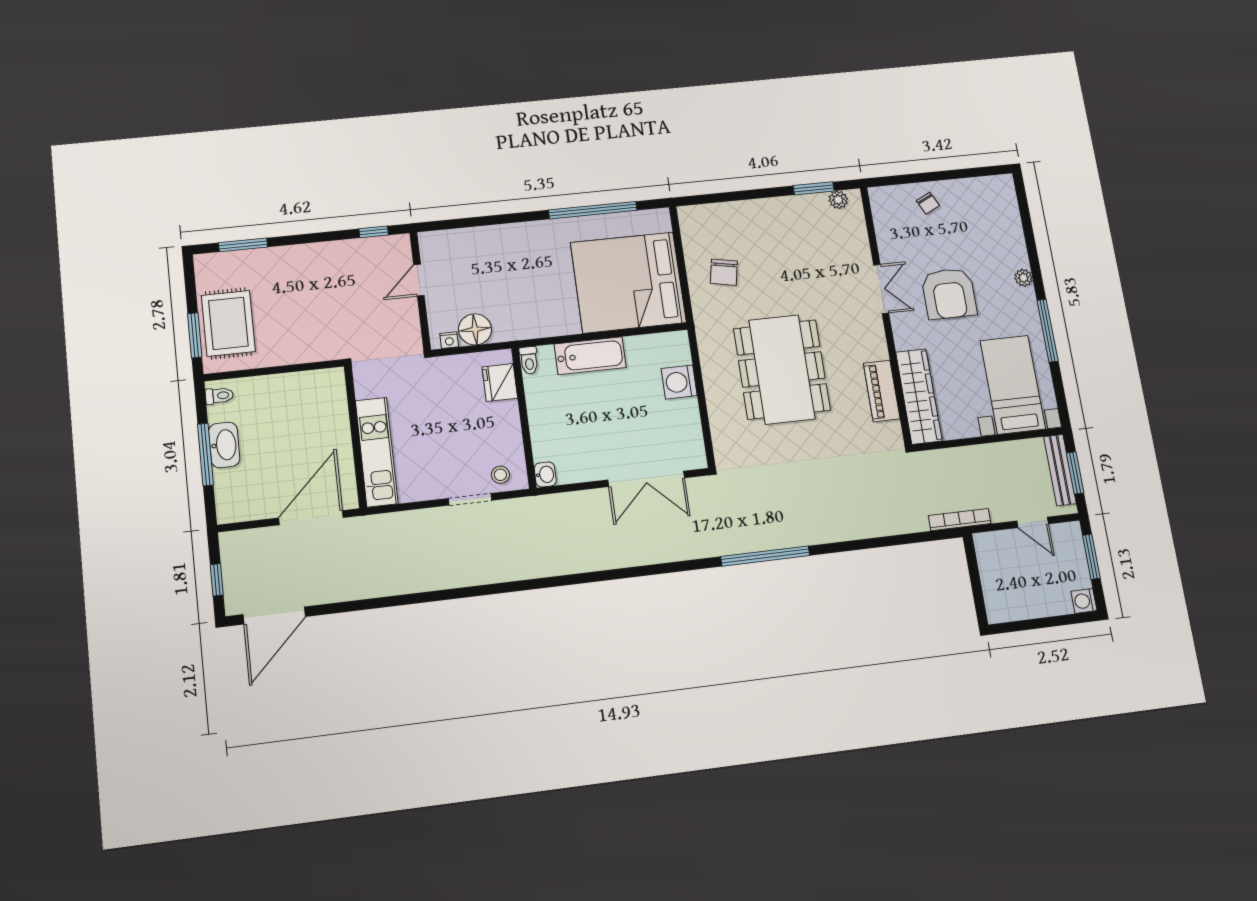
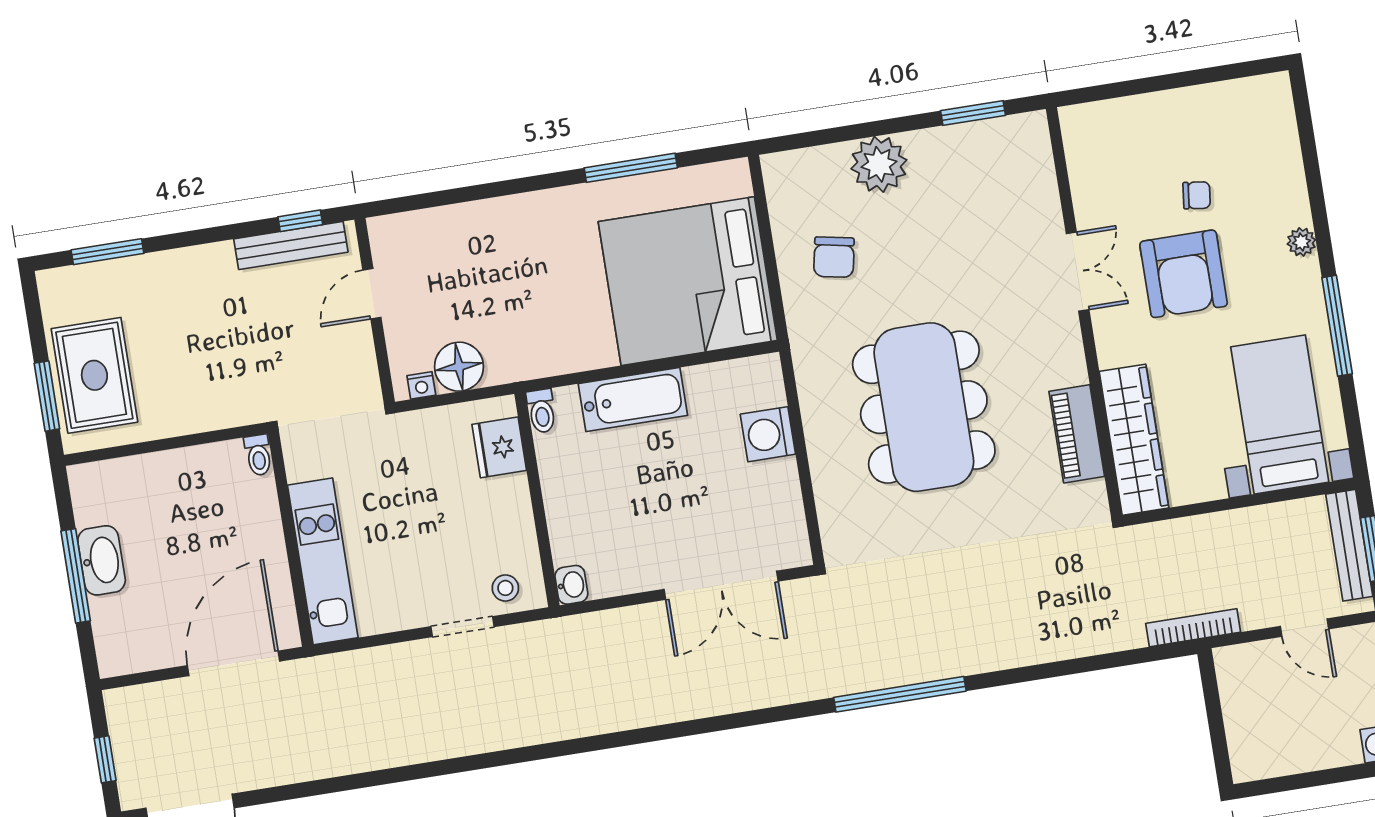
plant: (838, 200) -> (879, 164), moved, width x1.87, depth x1.87
chair: (928, 203) -> (1197, 195), moved, turned -57
window: (593, 210) -> (631, 168), width x0.68
bench: (366, 247) -> (291, 246), added
toilet: (219, 396) -> (258, 455), moved, turned 90

